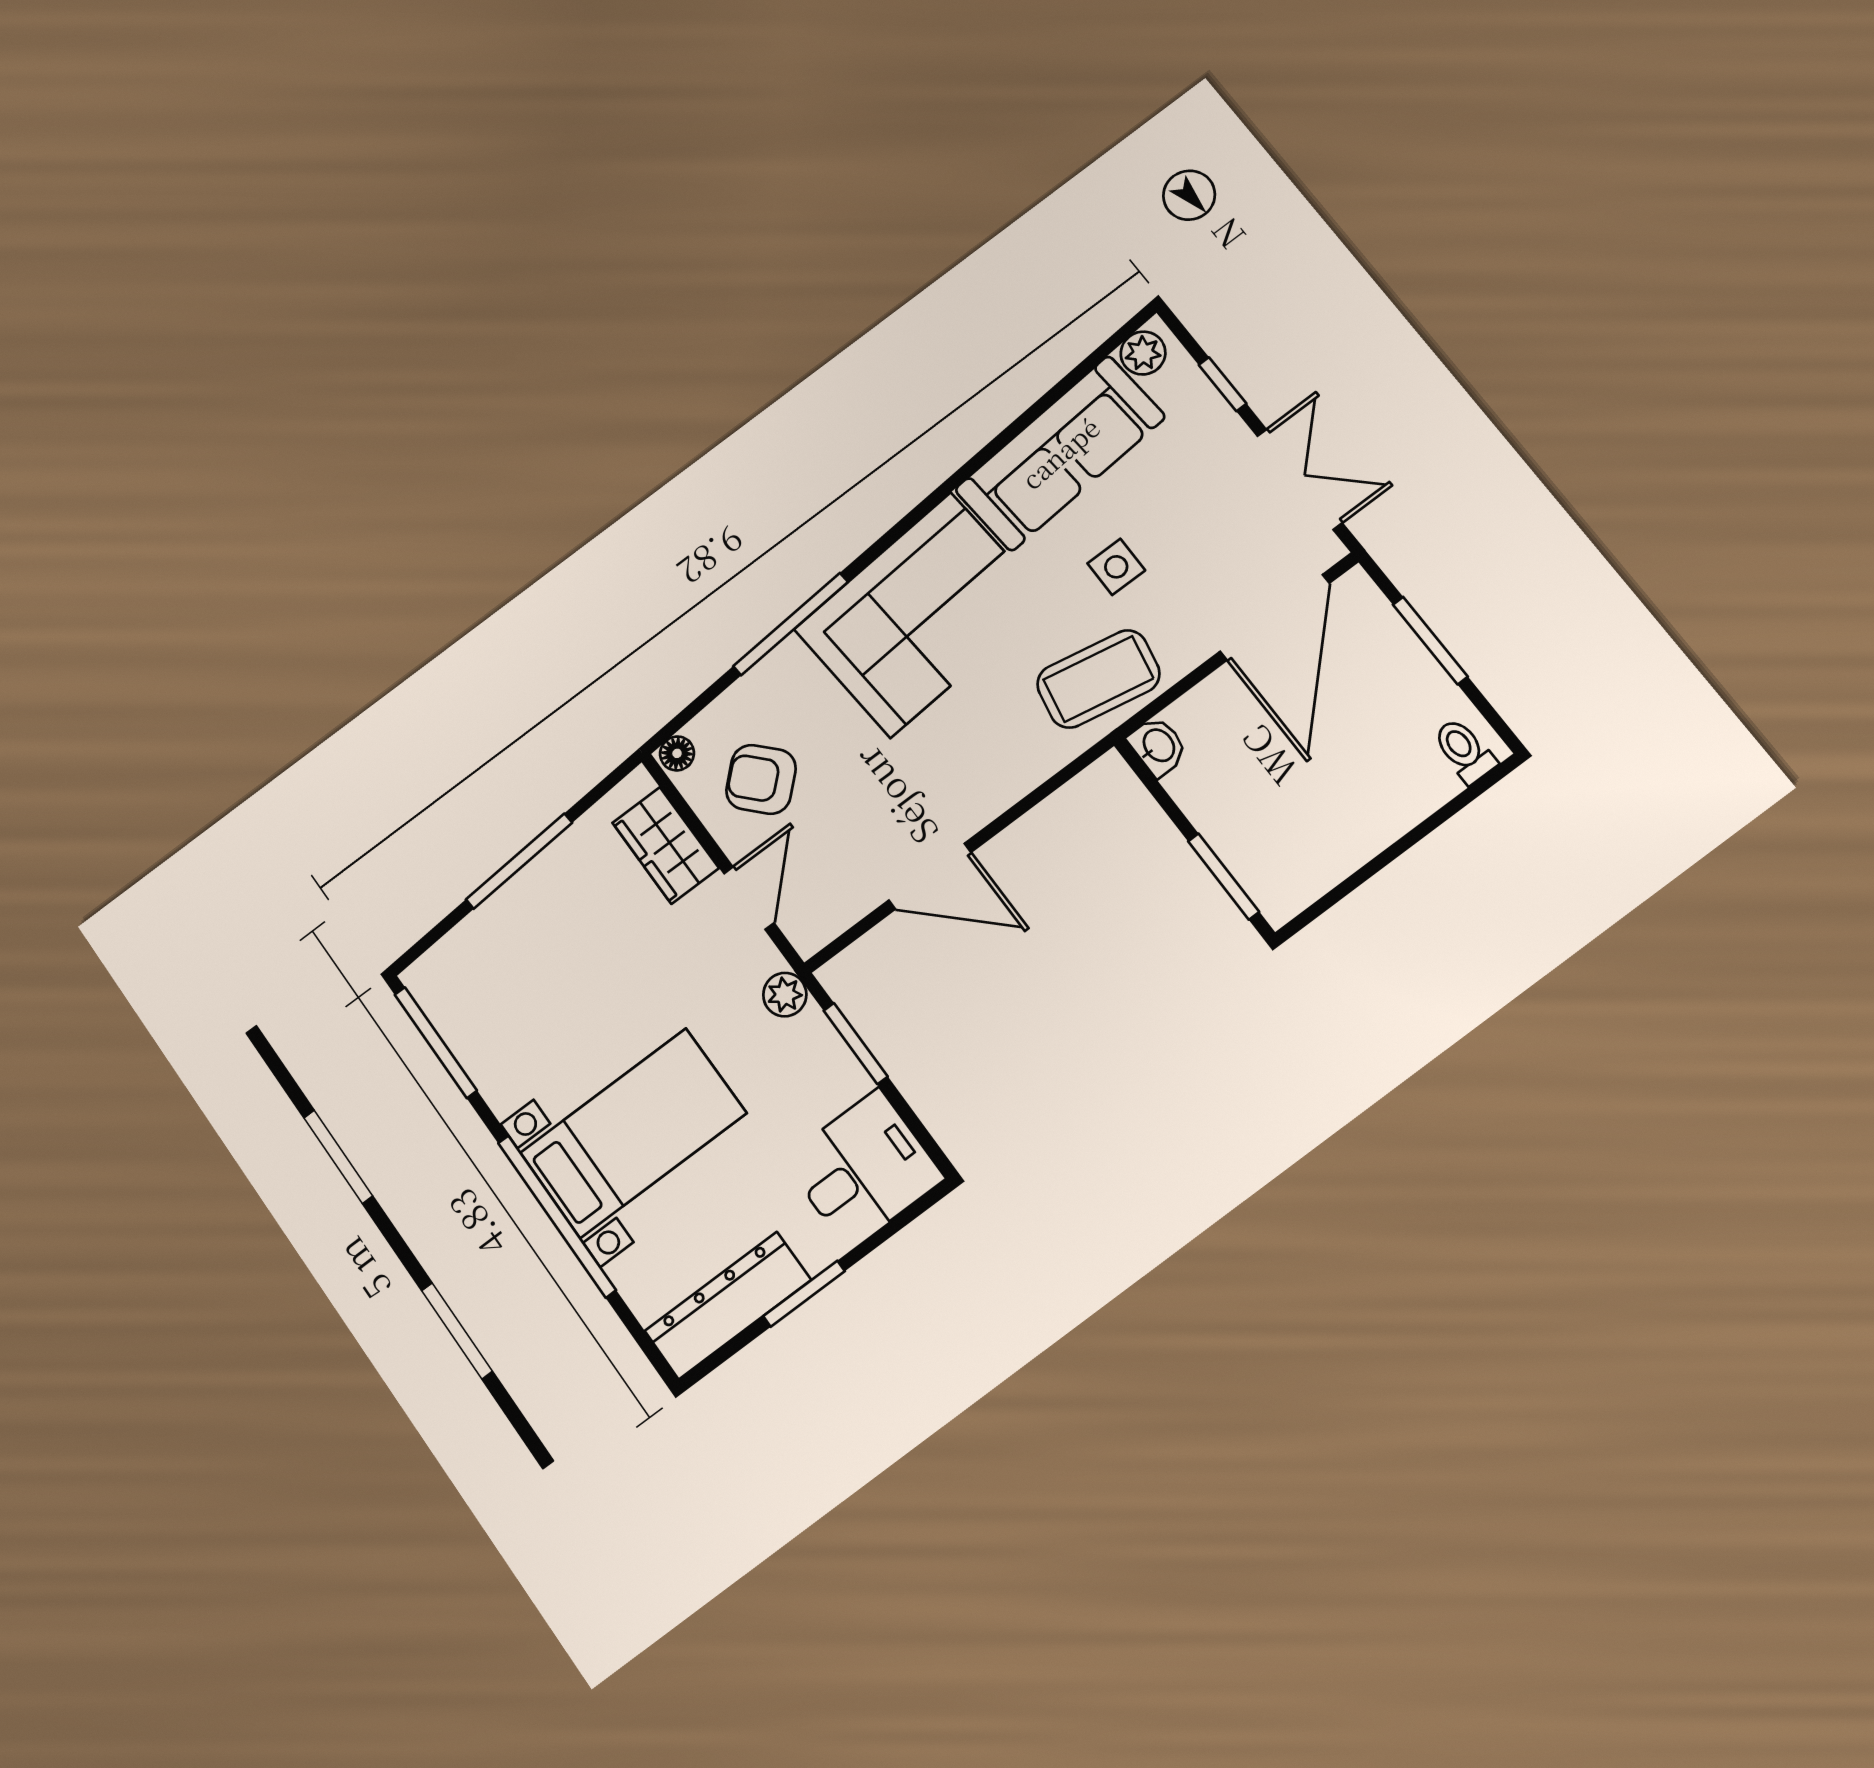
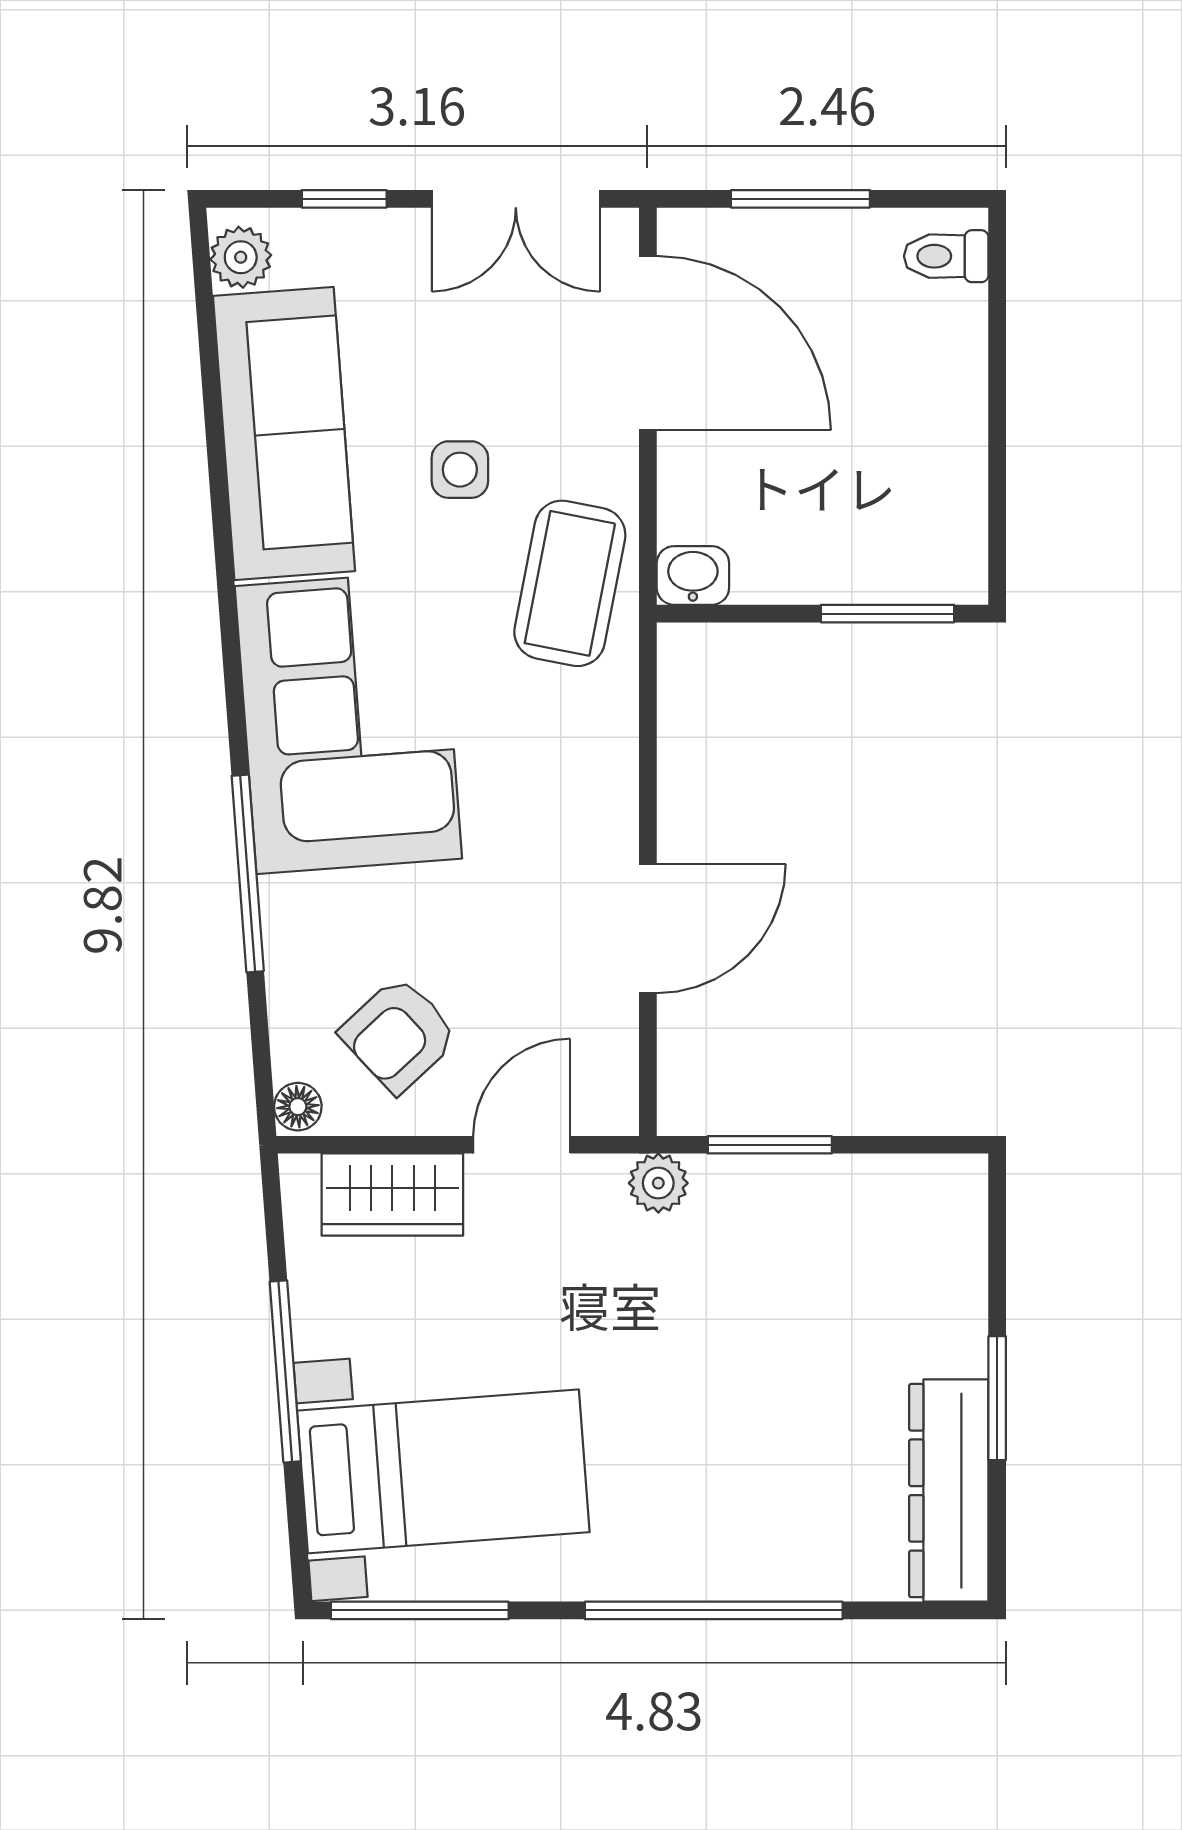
double door: (1300, 479) -> (516, 199), swing flipped
door: (749, 898) -> (522, 1145), hinge flipped
bed with nightstands: (633, 1133) -> (443, 1471), moved, turned 86
desk: (864, 1169) -> (912, 1236), removed

